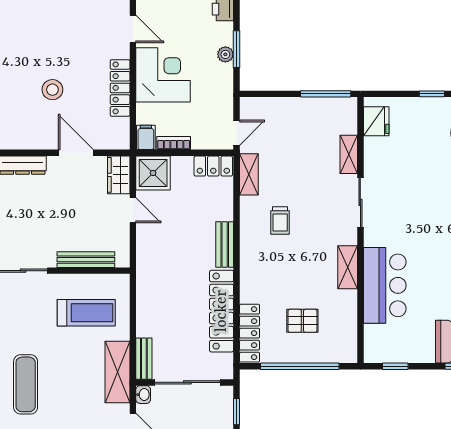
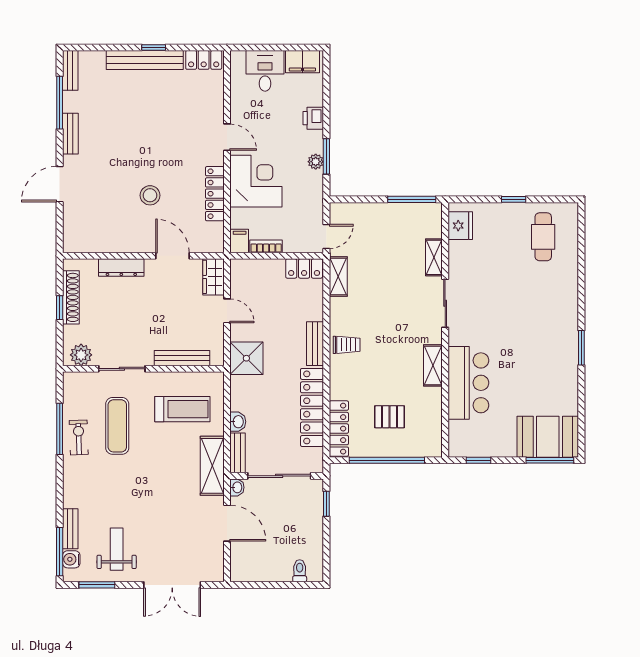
shower: (153, 173) -> (246, 358), moved
trolley: (280, 221) -> (347, 345), moved, turned -90
washbasin: (144, 326) -> (238, 422), added
exercise mat: (26, 384) -> (117, 426), moved

